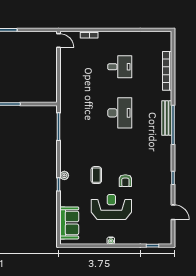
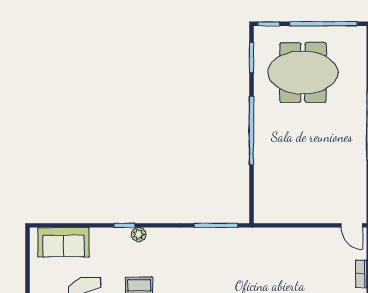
door: (59, 41) -> (352, 225), hinge flipped

